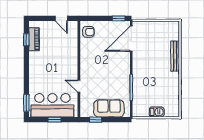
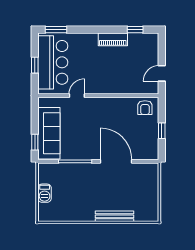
window: (119, 18) -> (162, 131), moved
piano: (34, 39) -> (113, 39), moved
door: (131, 39) -> (116, 161), moved
sofa: (109, 108) -> (49, 133), width x1.36
window: (96, 120) -> (35, 142), moved

